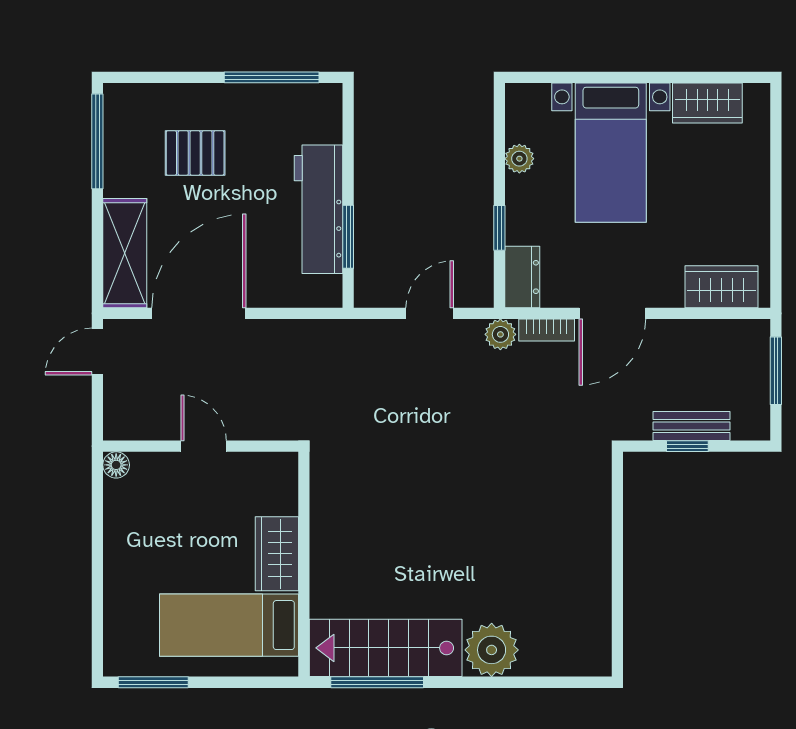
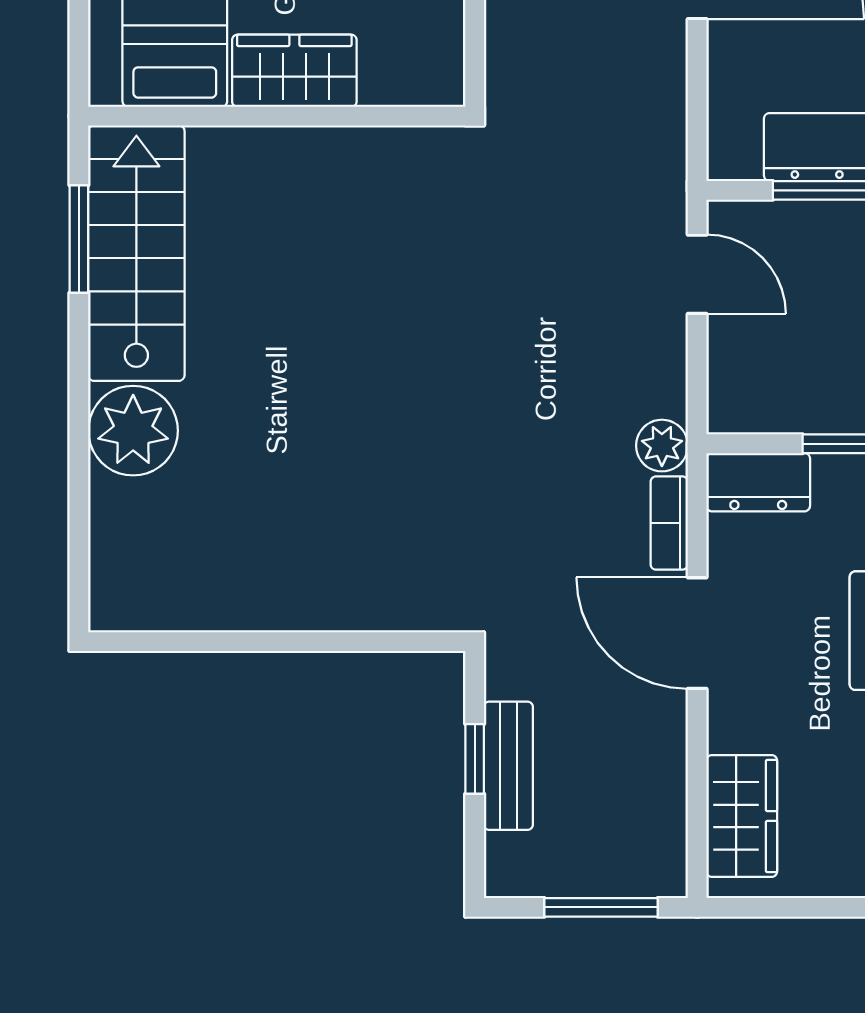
door: (430, 313) -> (697, 274), moved
window: (377, 682) -> (79, 239), width x0.69

